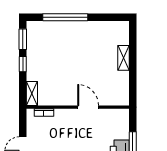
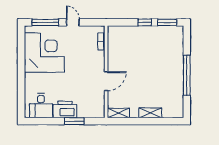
window: (65, 17) -> (187, 75), moved
shelving: (32, 94) -> (118, 113), moved

